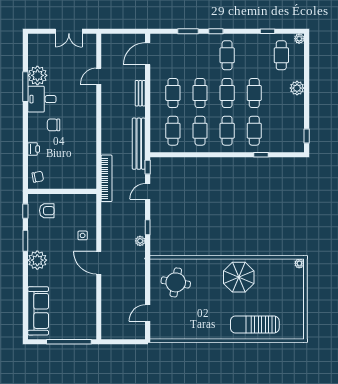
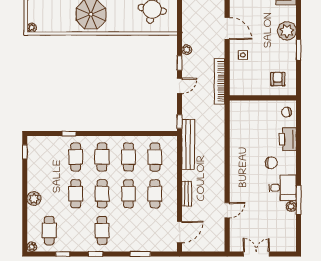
window: (216, 31) -> (95, 254), moved
plant: (37, 75) -> (291, 206), width x0.53, depth x0.53
printer: (34, 149) -> (288, 139), width x1.87, depth x1.48
bookcase: (106, 178) -> (220, 82), moved
door: (148, 191) -> (179, 86), moved
window: (25, 211) -> (299, 79), removed
armchair: (47, 211) -> (278, 79), turned 90

